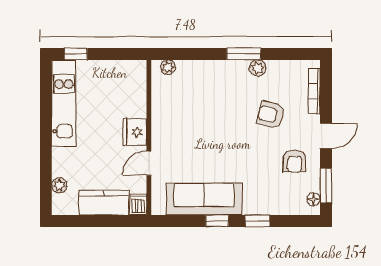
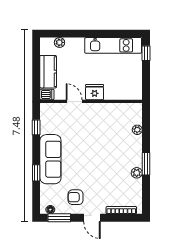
plant: (168, 67) -> (137, 130), moved
armchair: (271, 115) -> (106, 182), removed
sofa: (204, 199) -> (50, 159), moved
window: (217, 221) -> (36, 127), moved

